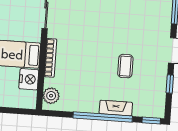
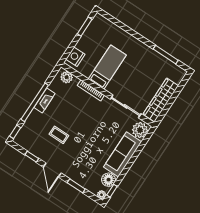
nightstand: (29, 79) -> (75, 57), moved, turned 90
fireplace: (116, 108) -> (45, 100), moved

